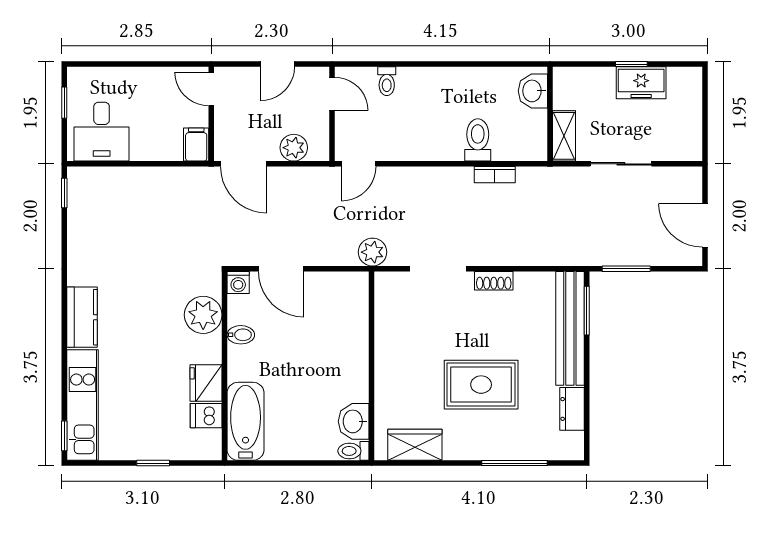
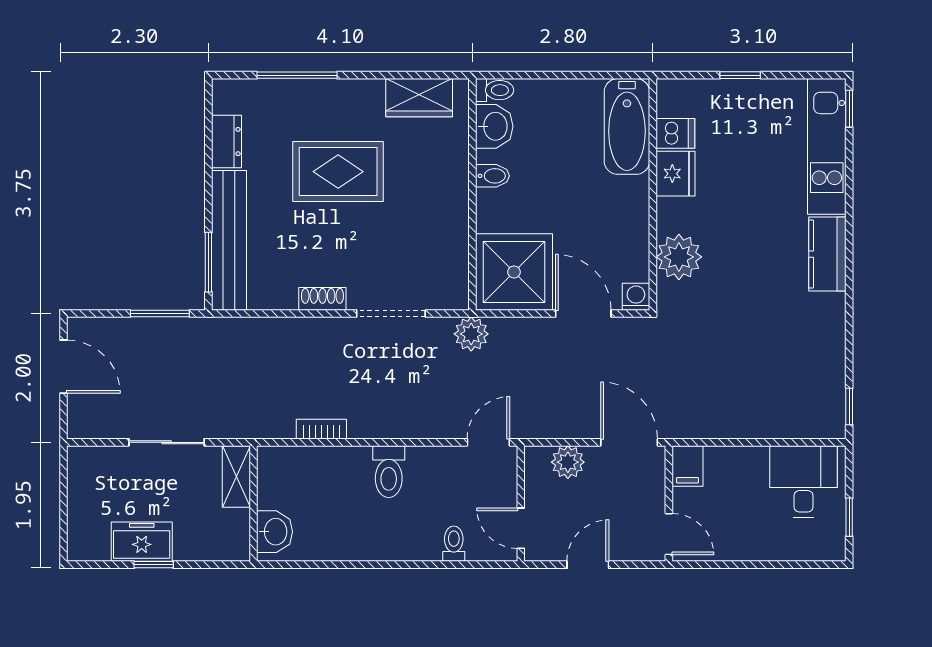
toilet: (478, 140) -> (389, 472), moved
shower: (338, 303) -> (514, 272), added
bidet: (241, 335) -> (492, 176), moved, turned 180

